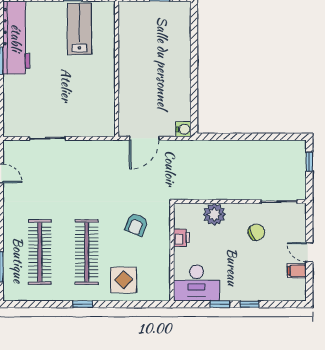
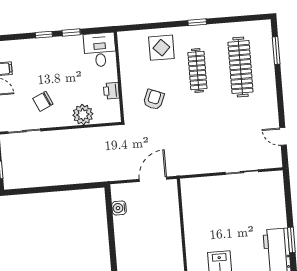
water cooler: (183, 129) -> (119, 208), moved
clothes rail: (87, 252) -> (197, 70), width x0.73, depth x0.76
desk: (197, 283) -> (100, 50), width x0.73

